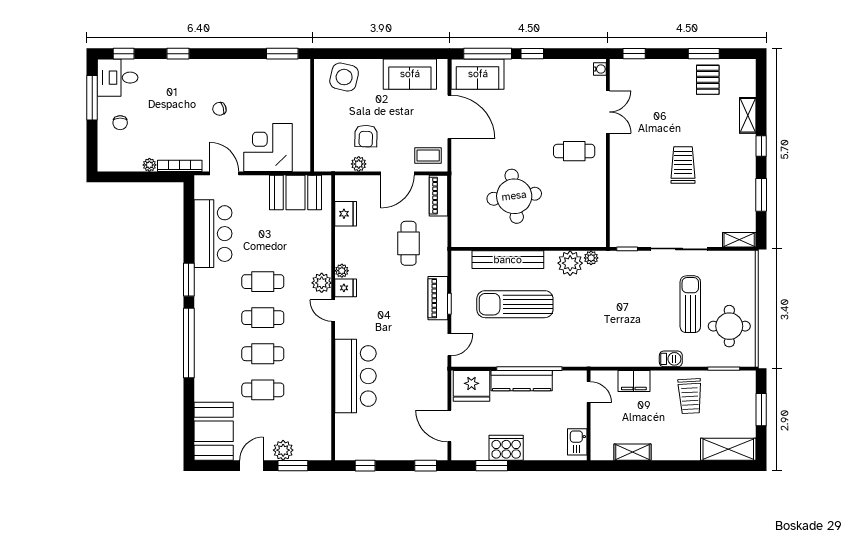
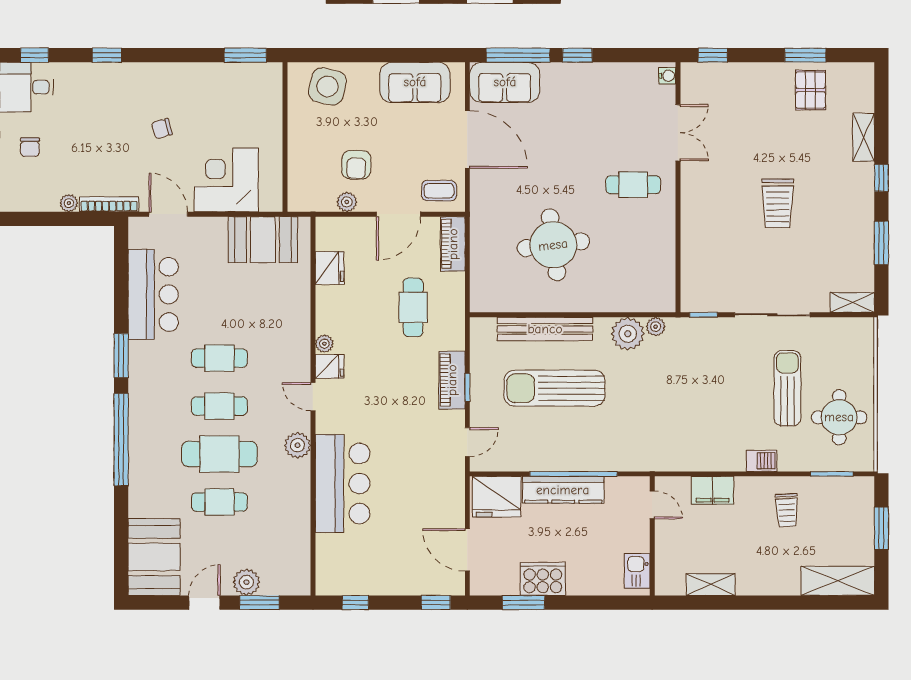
trolley: (683, 165) -> (778, 203), turned 180
plant: (322, 283) -> (298, 445), moved
cafe table: (263, 354) -> (219, 454), width x1.37, depth x1.35
trolley: (690, 396) -> (787, 510), width x0.73, depth x0.72

